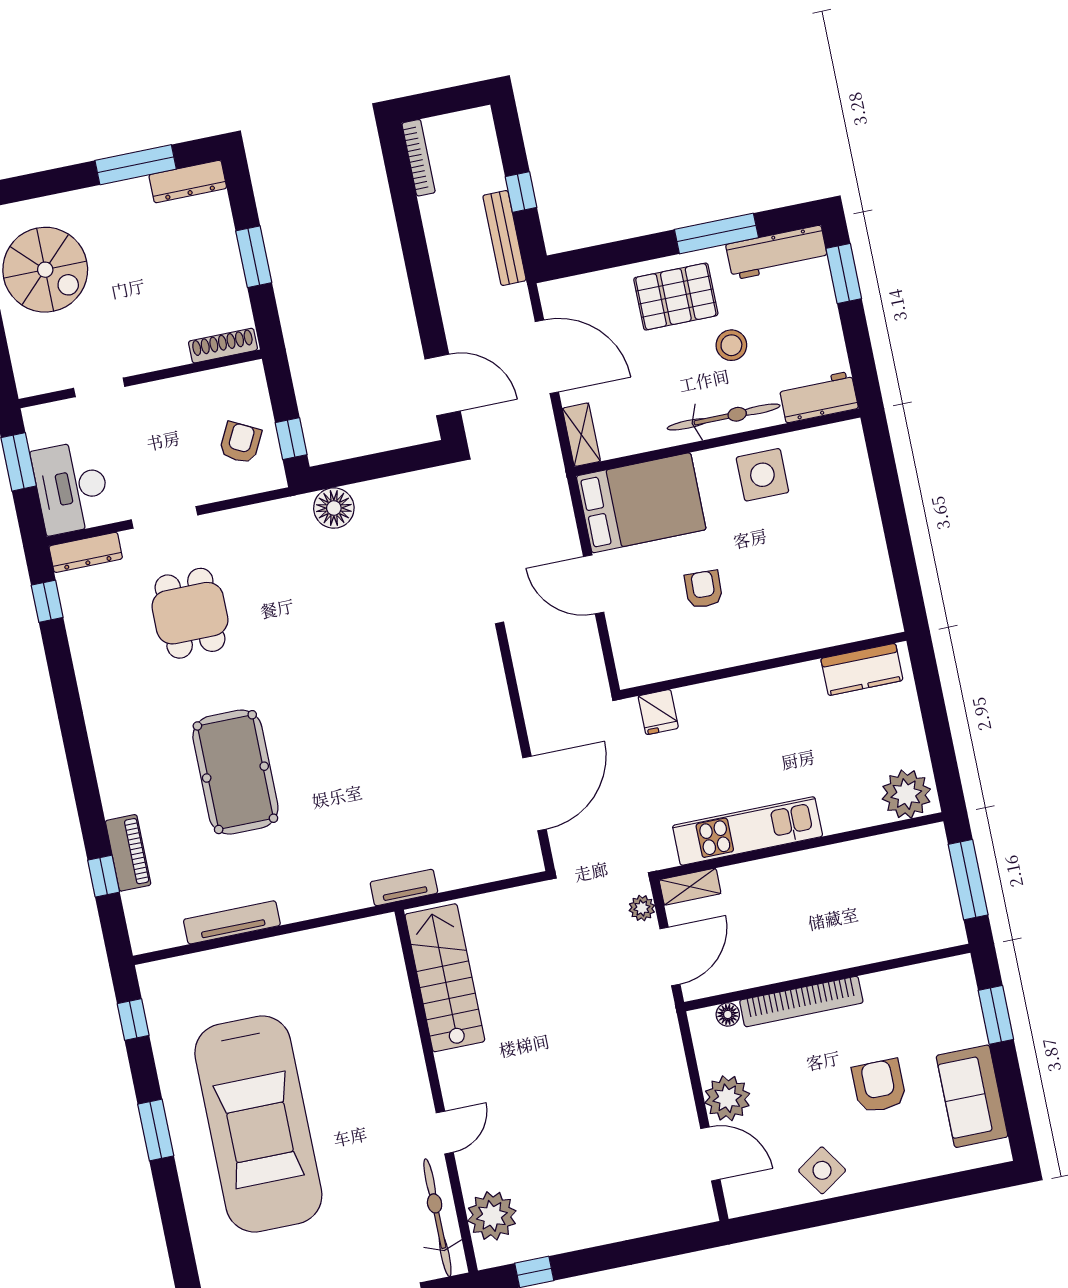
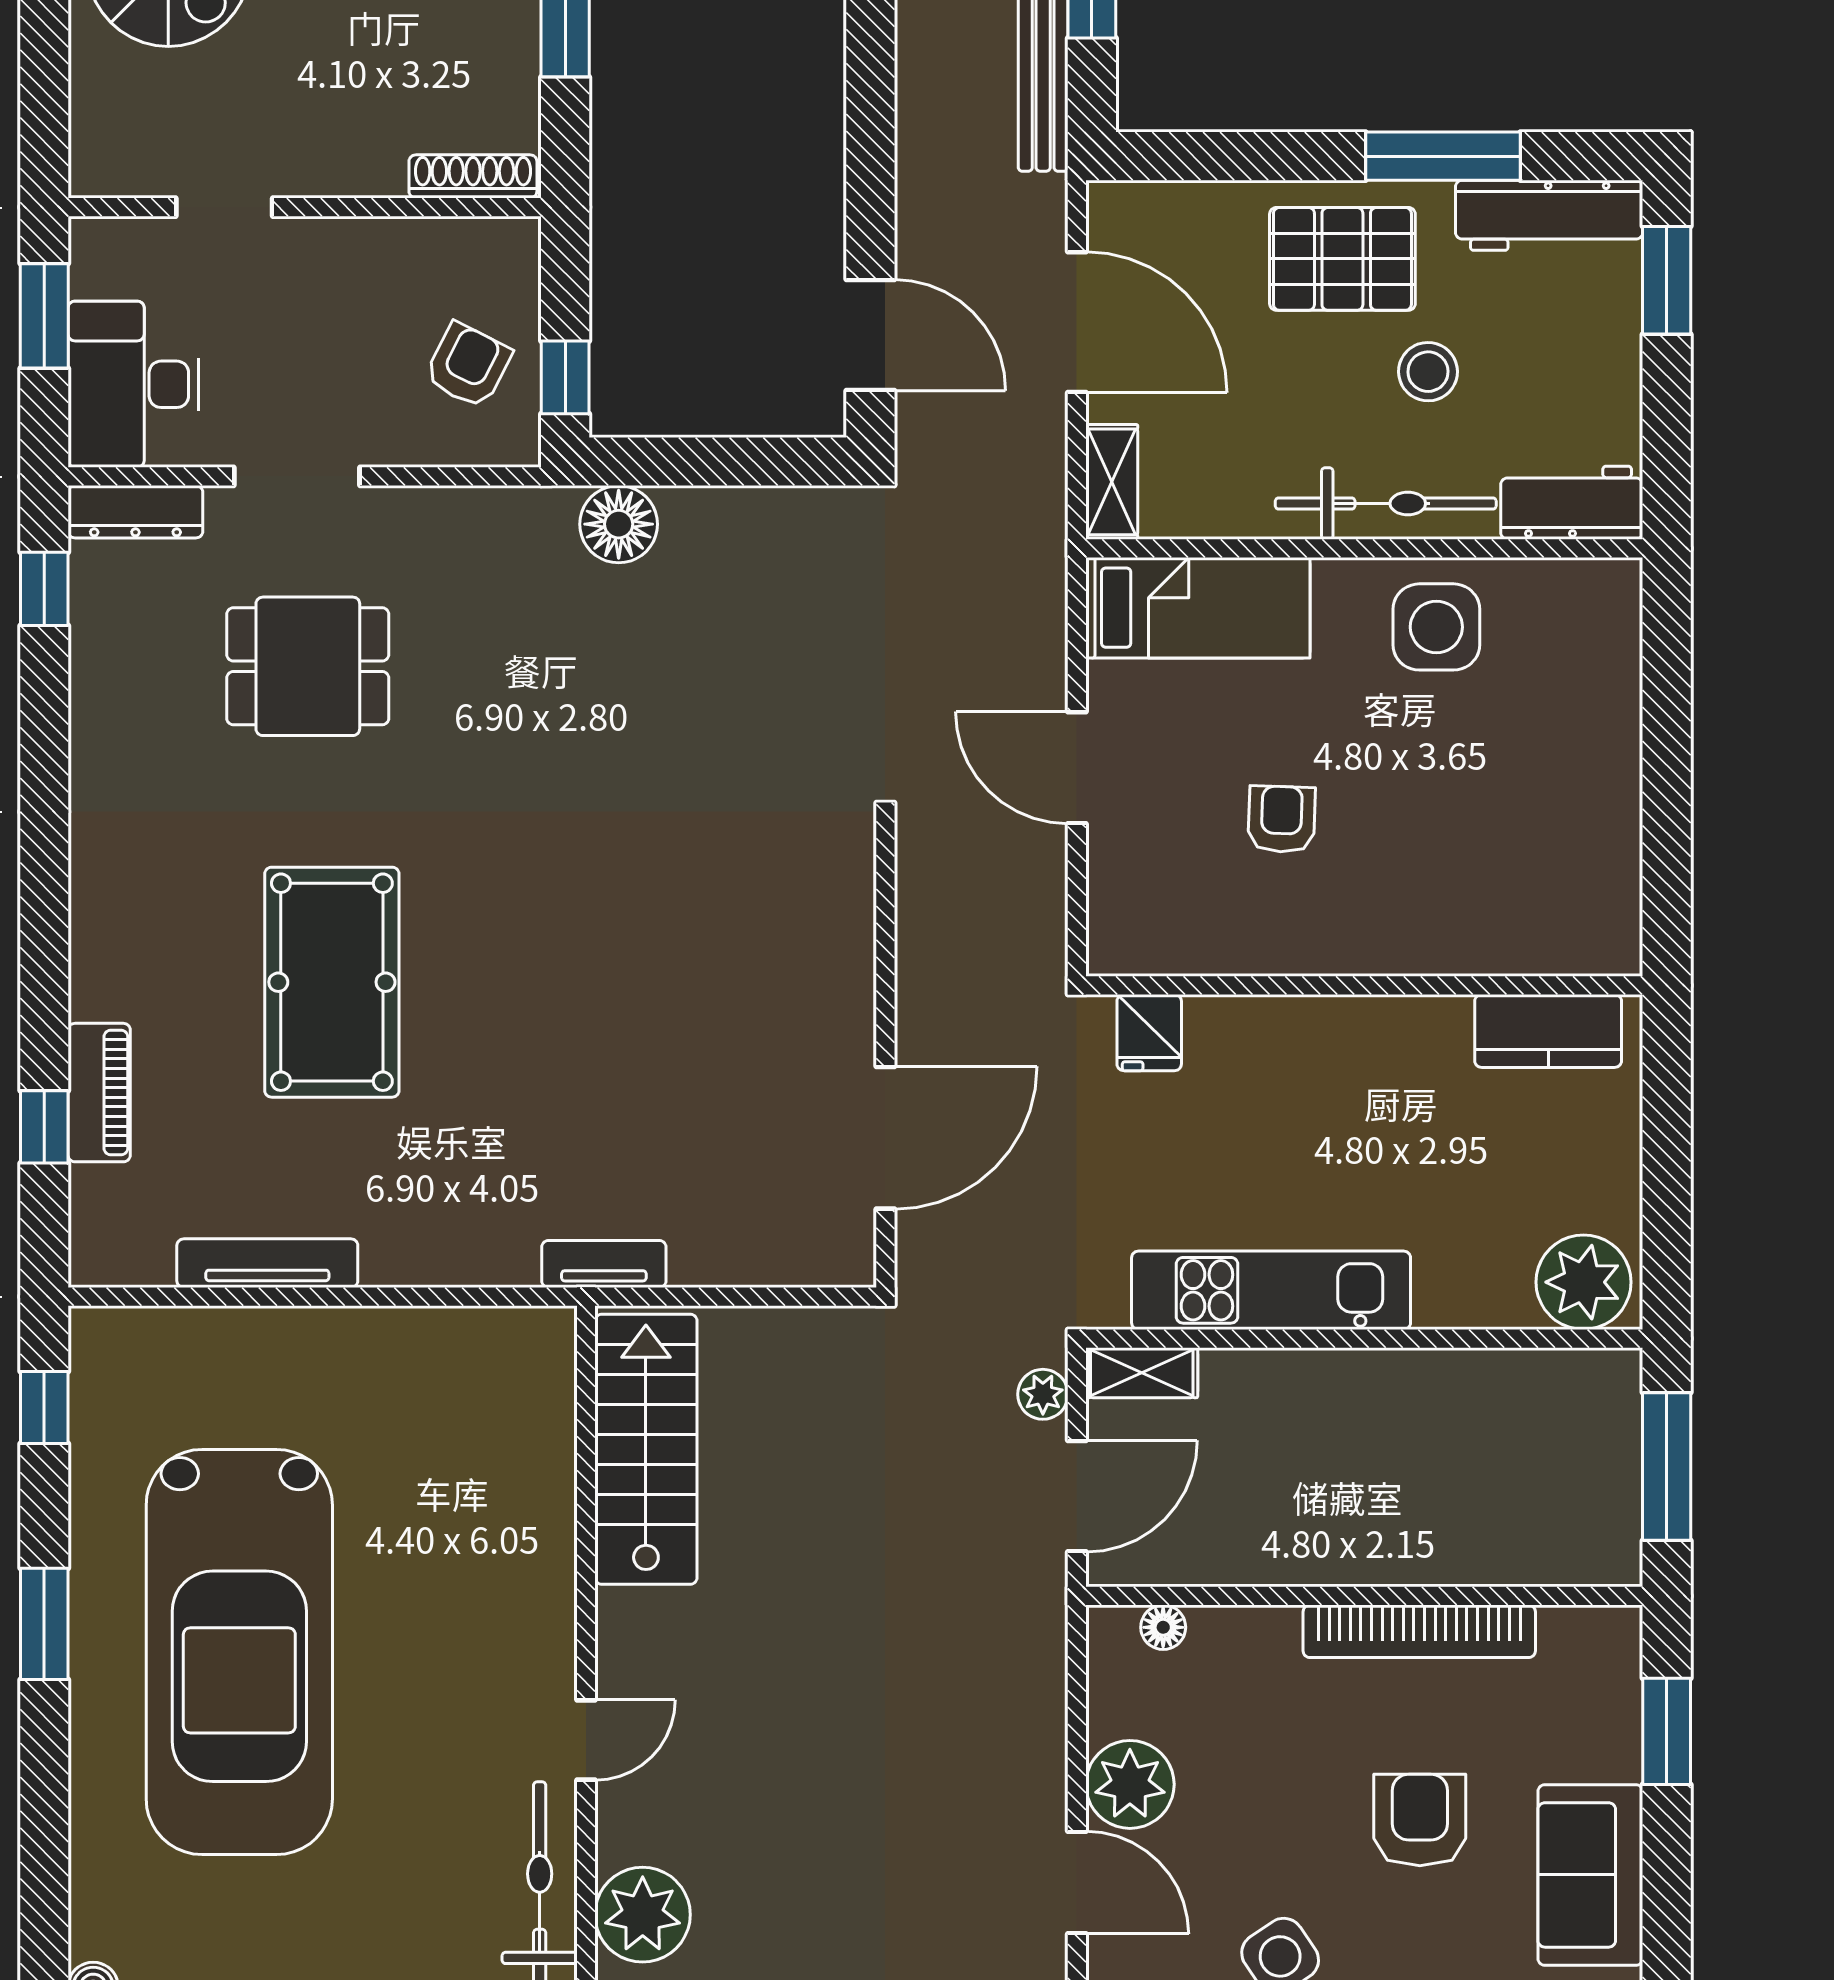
bed: (641, 503) -> (1198, 608), width x0.67
dining table: (190, 613) -> (308, 666), turned 90
bookcase: (801, 1002) -> (1419, 1631), moved

